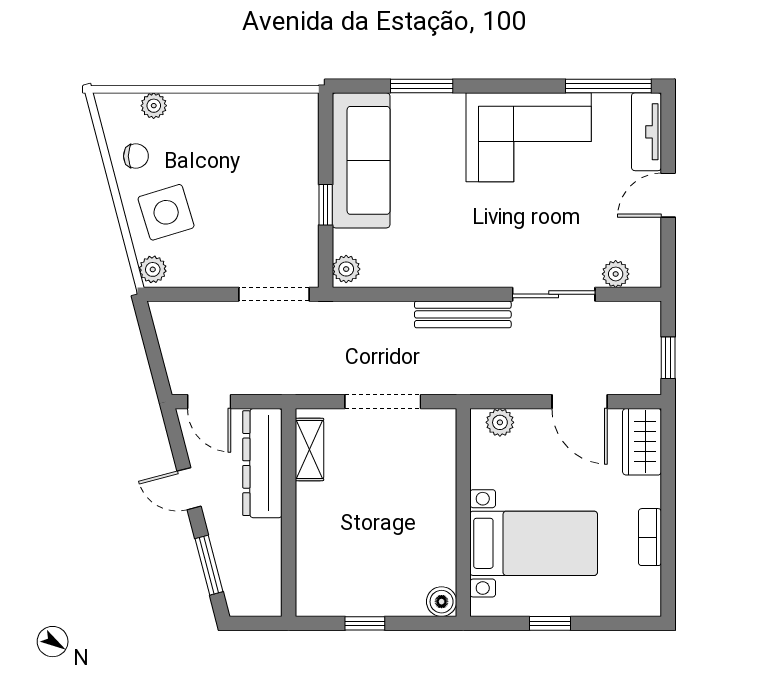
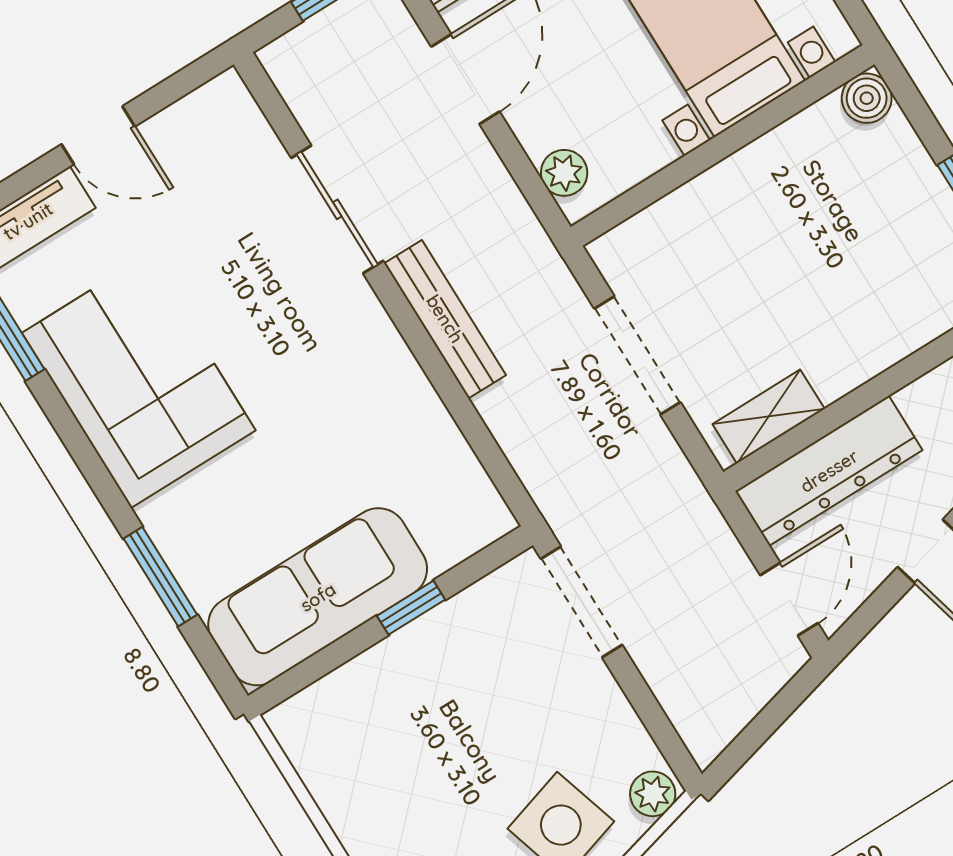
plant: (346, 269) -> (483, 523), removed
plant: (616, 274) -> (255, 140), removed

